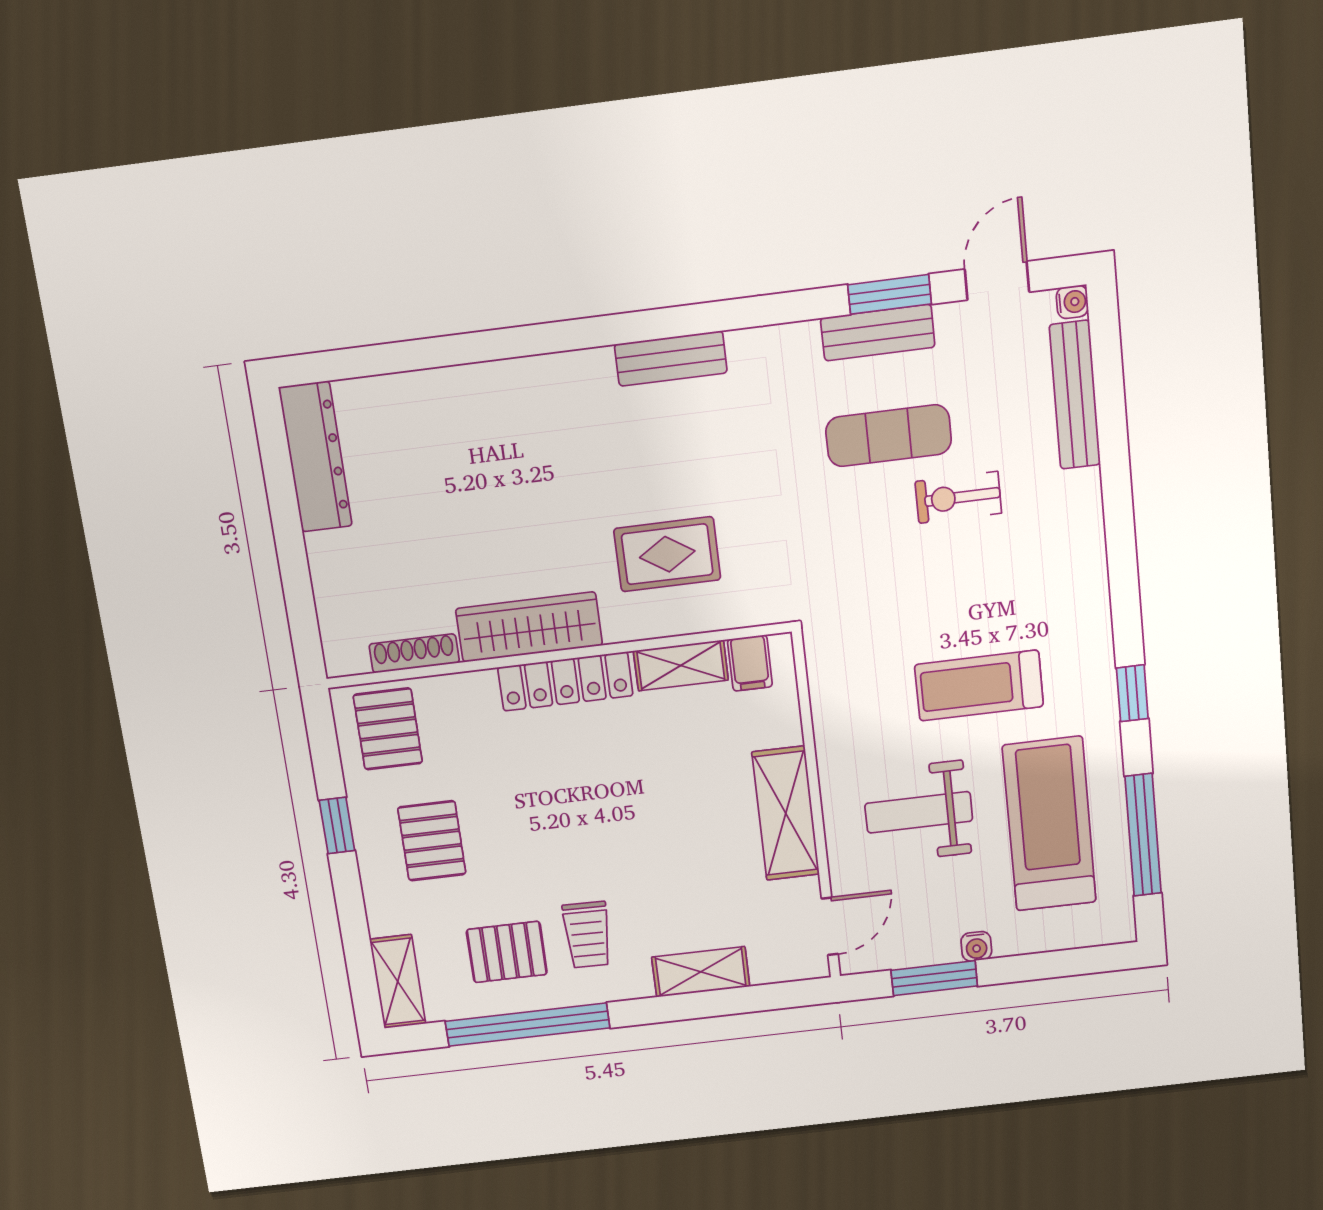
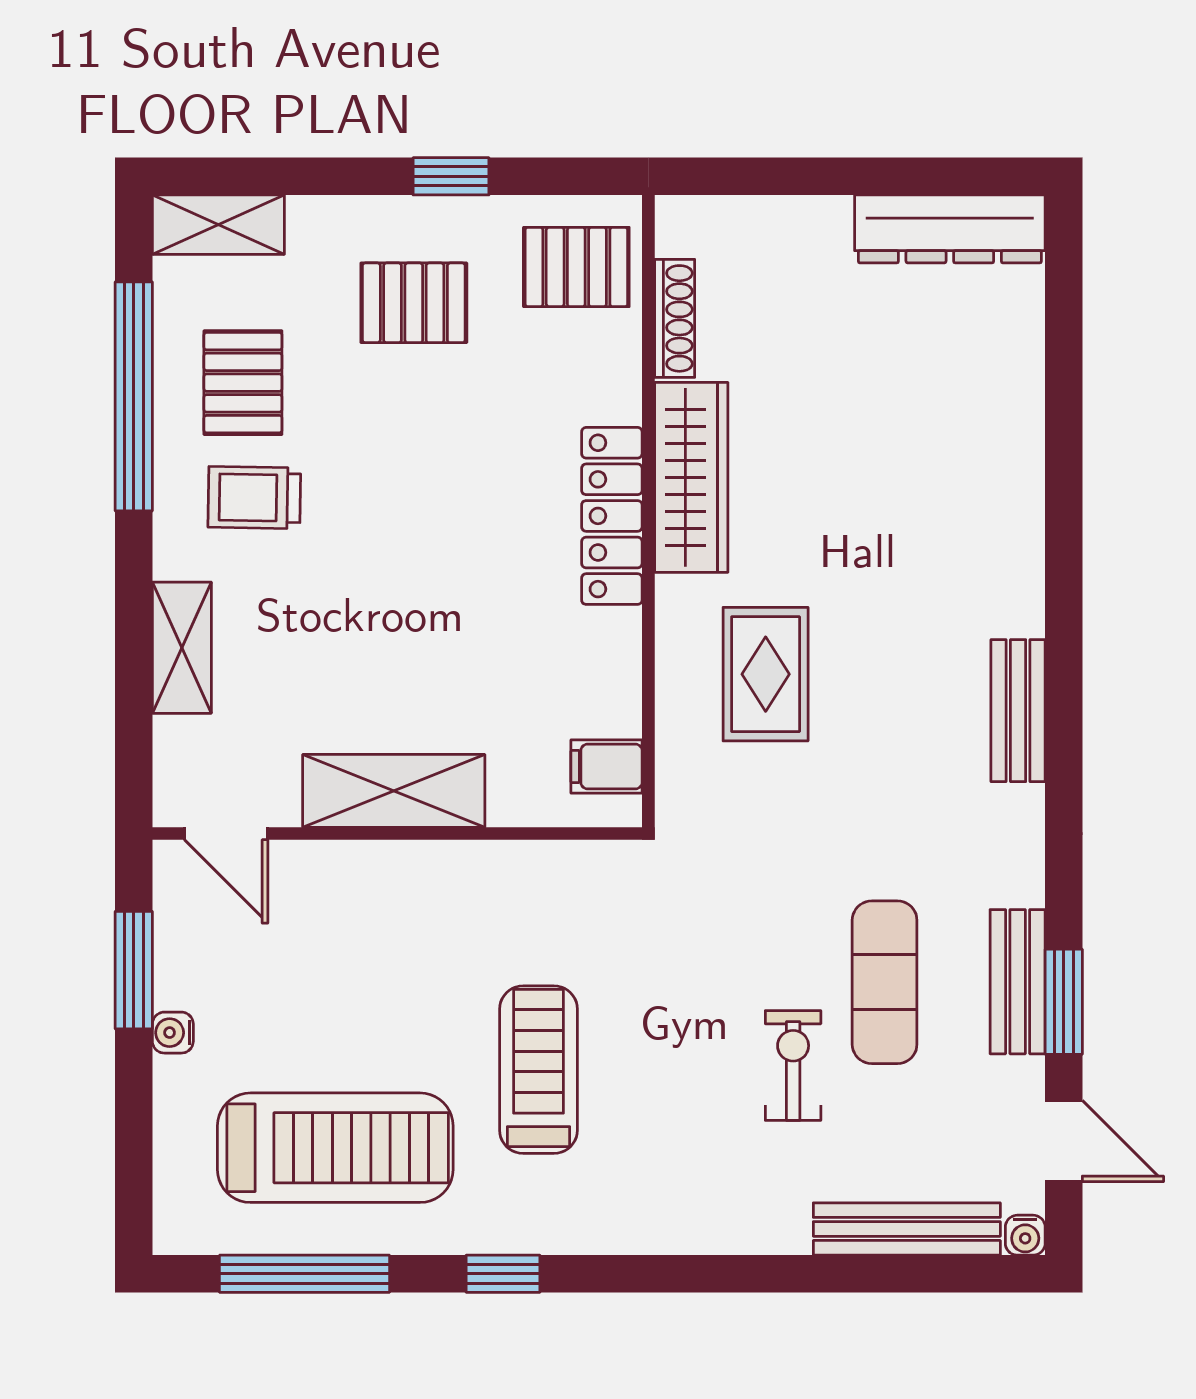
shelving: (681, 665) -> (615, 674), removed
weight bench: (919, 812) -> (373, 972), removed

